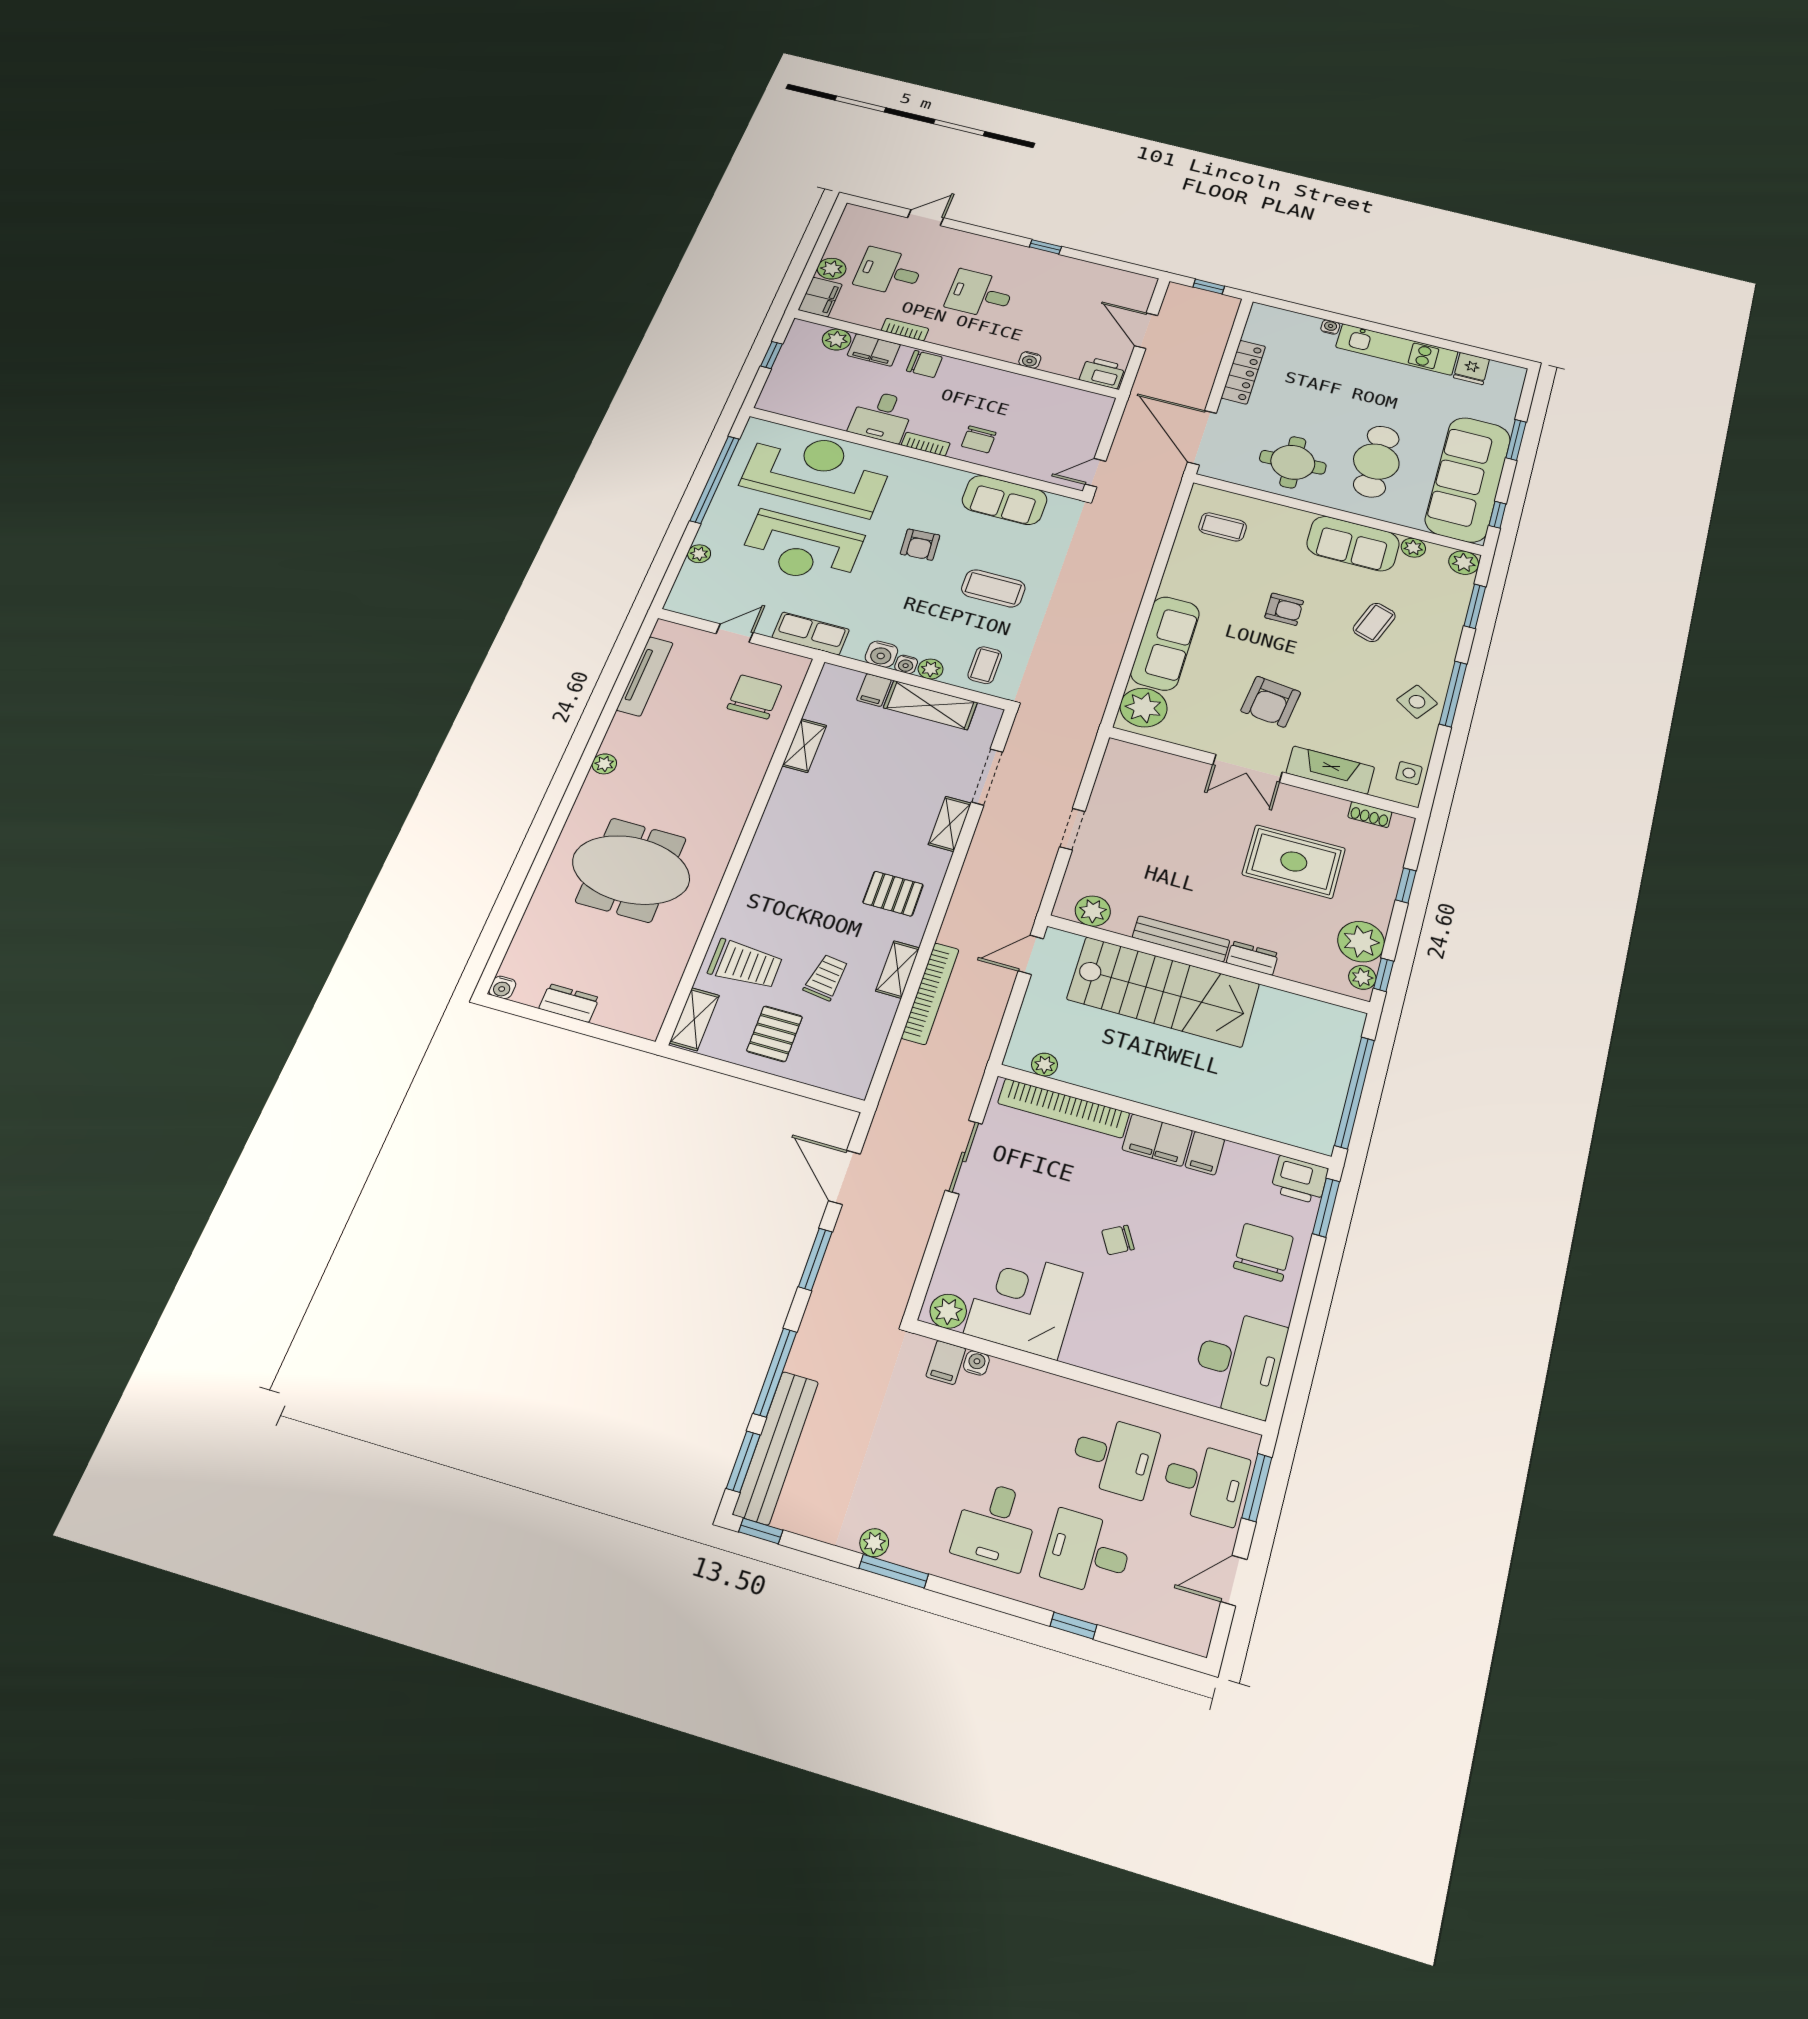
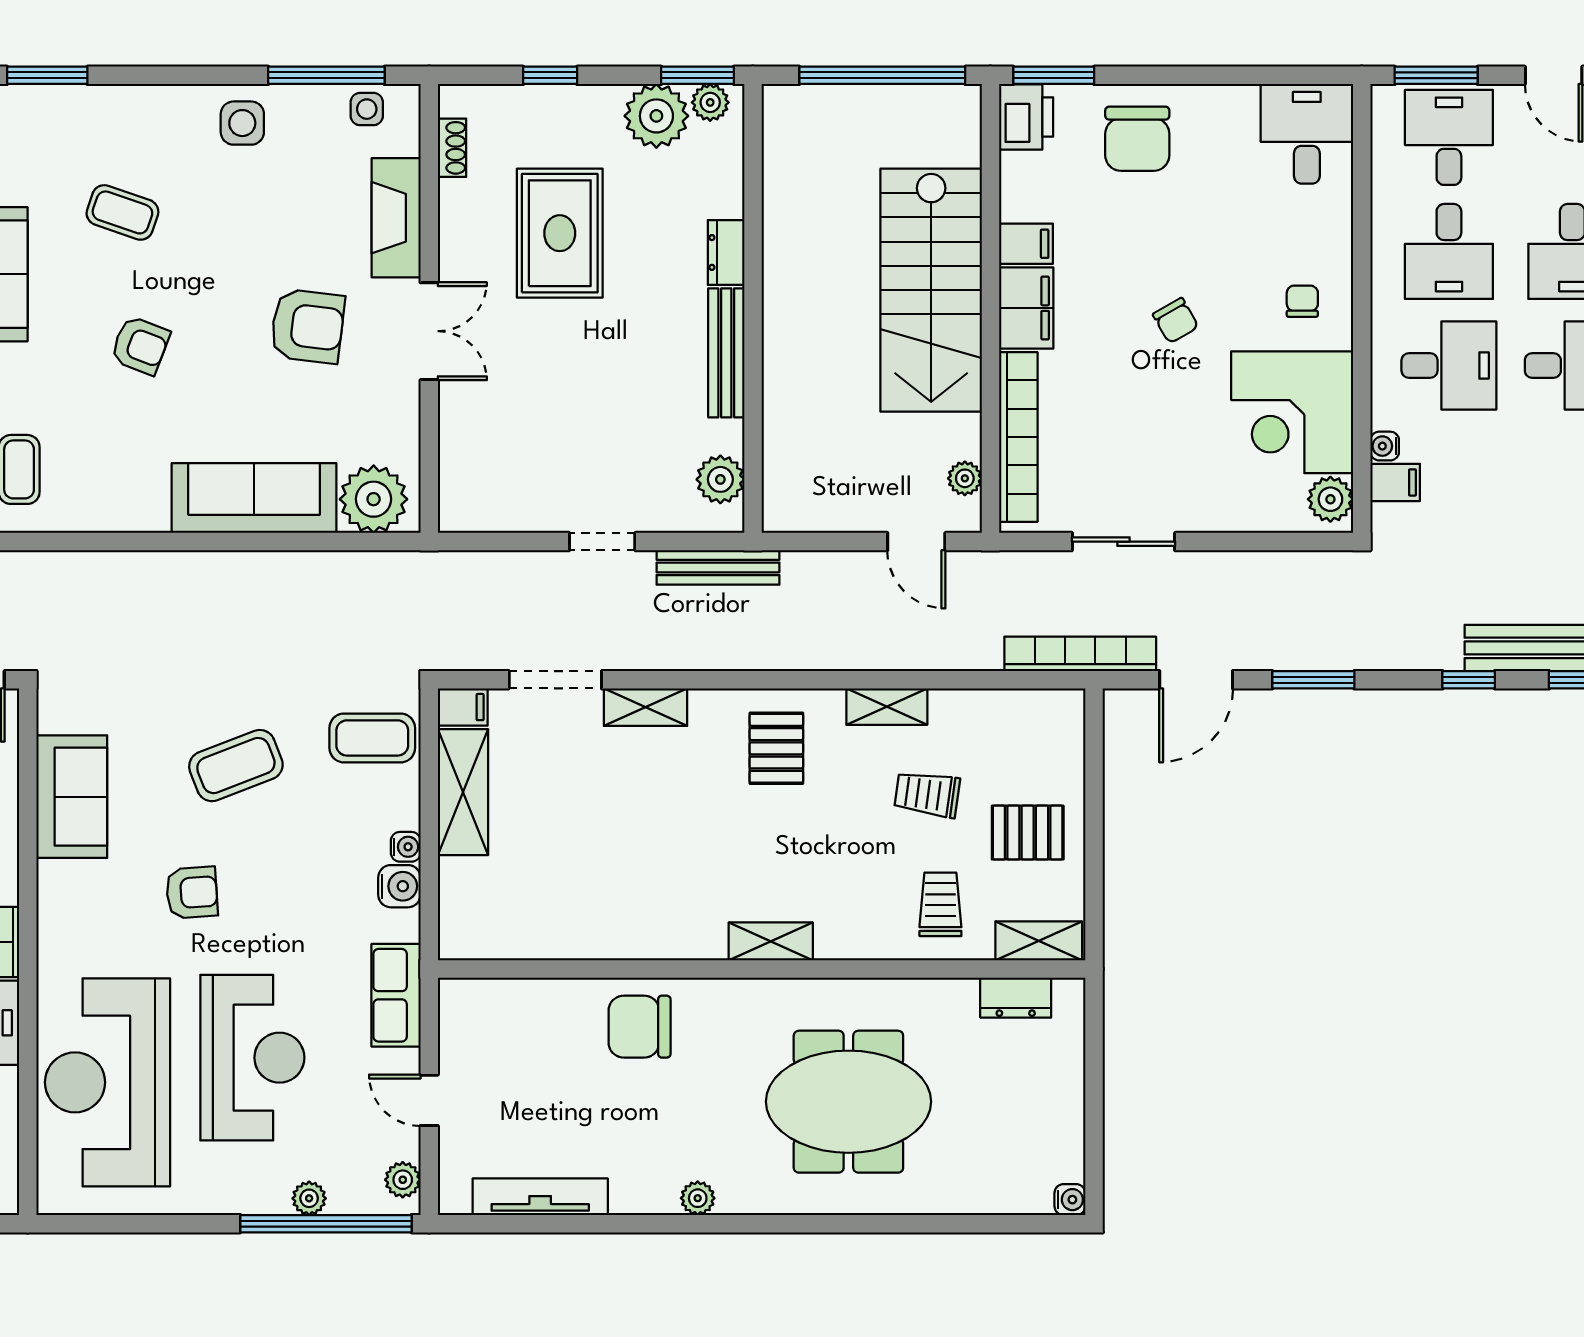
window: (715, 480) -> (326, 1224), moved
coffee table: (993, 588) -> (236, 766), turned 69
armchair: (1284, 609) -> (140, 345), turned 111
coffee table: (985, 665) -> (372, 738), width x1.36, depth x1.30
plant: (931, 669) -> (403, 1180), moved
filing cabinet: (874, 690) -> (463, 707), moved
window: (1453, 694) -> (326, 75), moved
chair: (754, 697) -> (640, 1027), moved
side table: (1417, 702) -> (242, 123), turned -34
shelving: (804, 746) -> (771, 941), moved
meeting table: (631, 870) -> (848, 1102), turned 90
bench: (1032, 893) -> (718, 567), added
door: (1031, 955) -> (916, 542), moved
trolley: (745, 964) -> (940, 904), width x0.73, depth x0.72
window: (1384, 975) -> (697, 75), width x1.50
stairs: (1163, 992) -> (931, 290), moved, turned 180
bookcase: (930, 993) -> (1080, 654), moved
dresser: (569, 1003) -> (1016, 998), moved, turned -90
chair: (1263, 1252) -> (1137, 139), turned -90
chair: (1107, 1335) -> (1302, 301), added
desk: (1239, 1363) -> (1307, 134), width x0.73
window: (775, 1372) -> (1469, 680), width x0.46
desk: (1024, 1430) -> (1449, 365), added
desk: (1114, 1456) -> (1449, 251), turned 180

